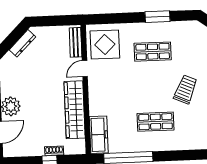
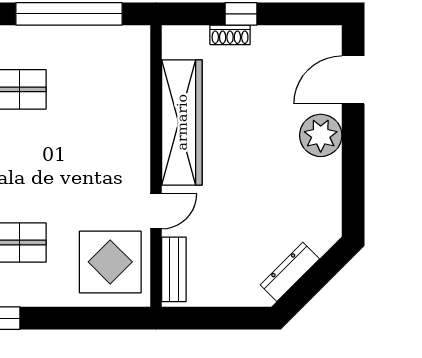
freezer: (99, 135) -> (131, 66), removed

